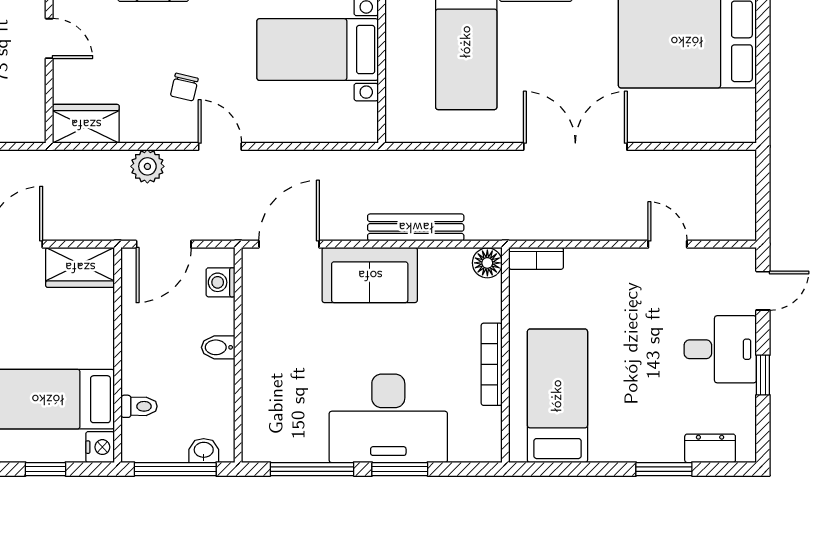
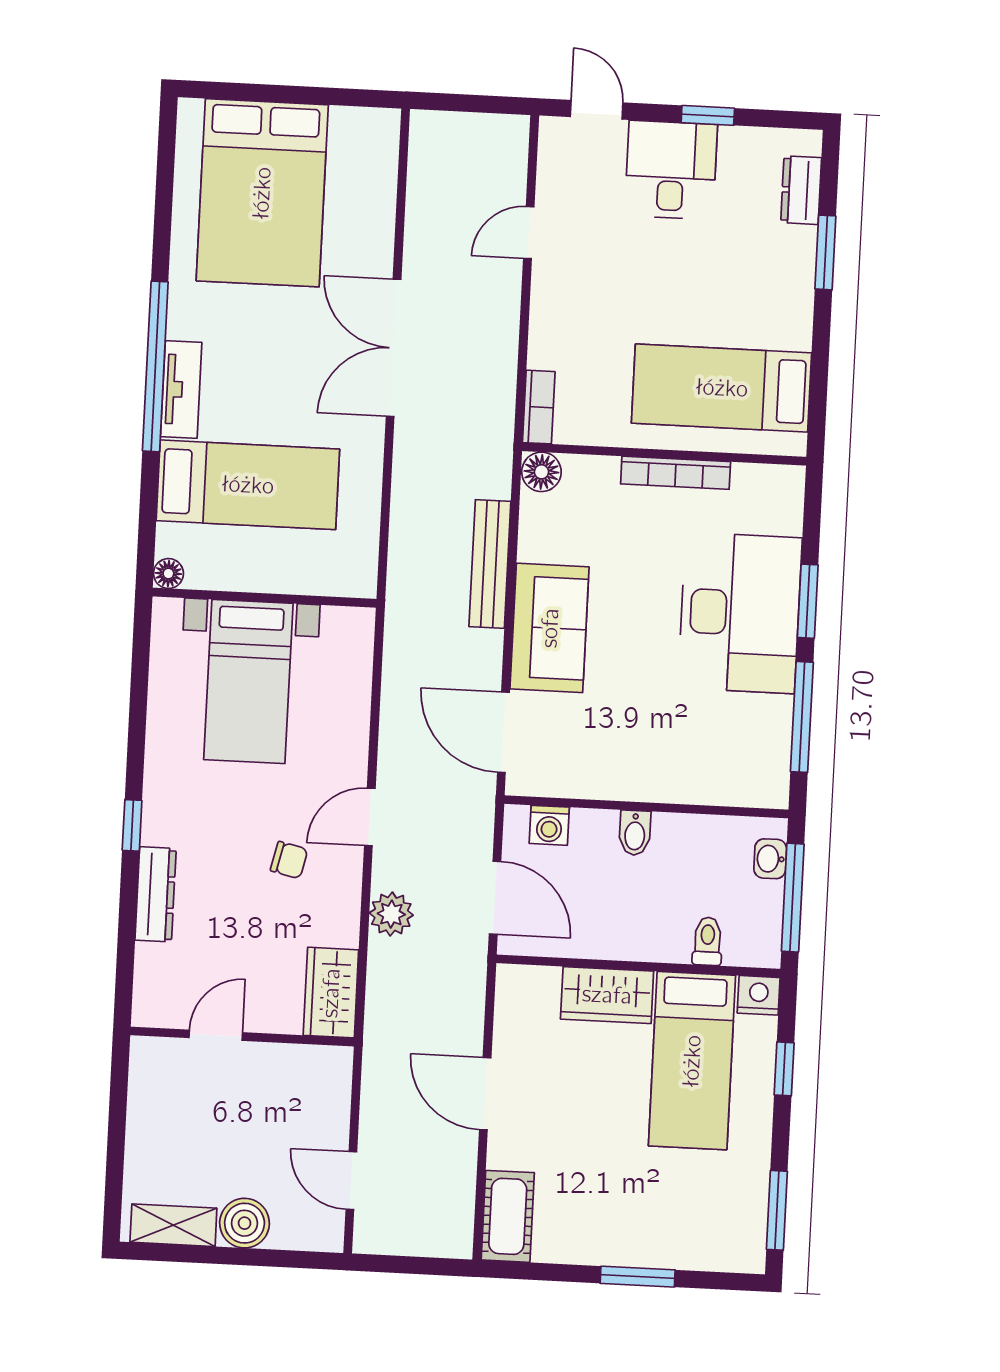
wardrobe: (80, 267) -> (607, 995), moved, turned 90

